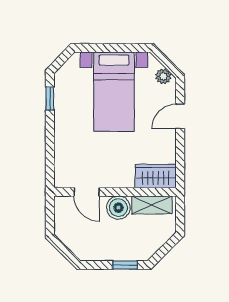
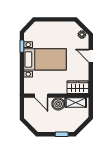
bed with nightstands: (114, 92) -> (45, 59), moved, turned -90
door: (180, 116) -> (91, 56), hinge flipped

